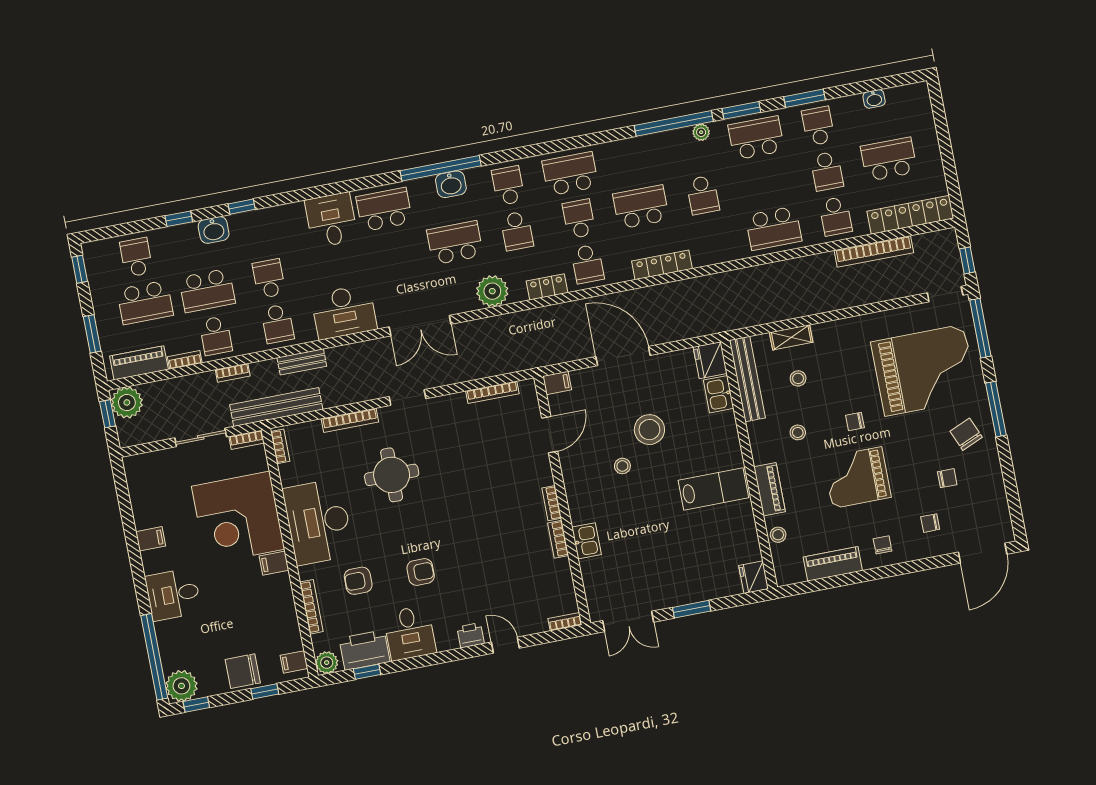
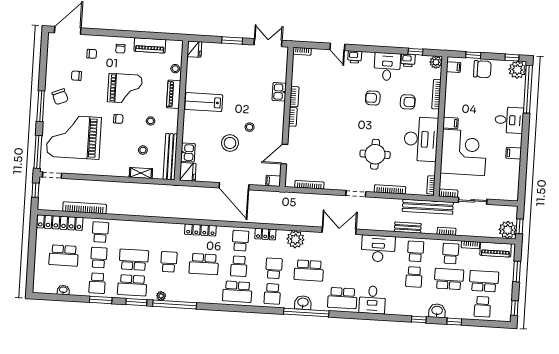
school desk: (774, 228) -> (134, 260), moved
printer: (365, 650) -> (408, 60), width x0.53, depth x0.68

